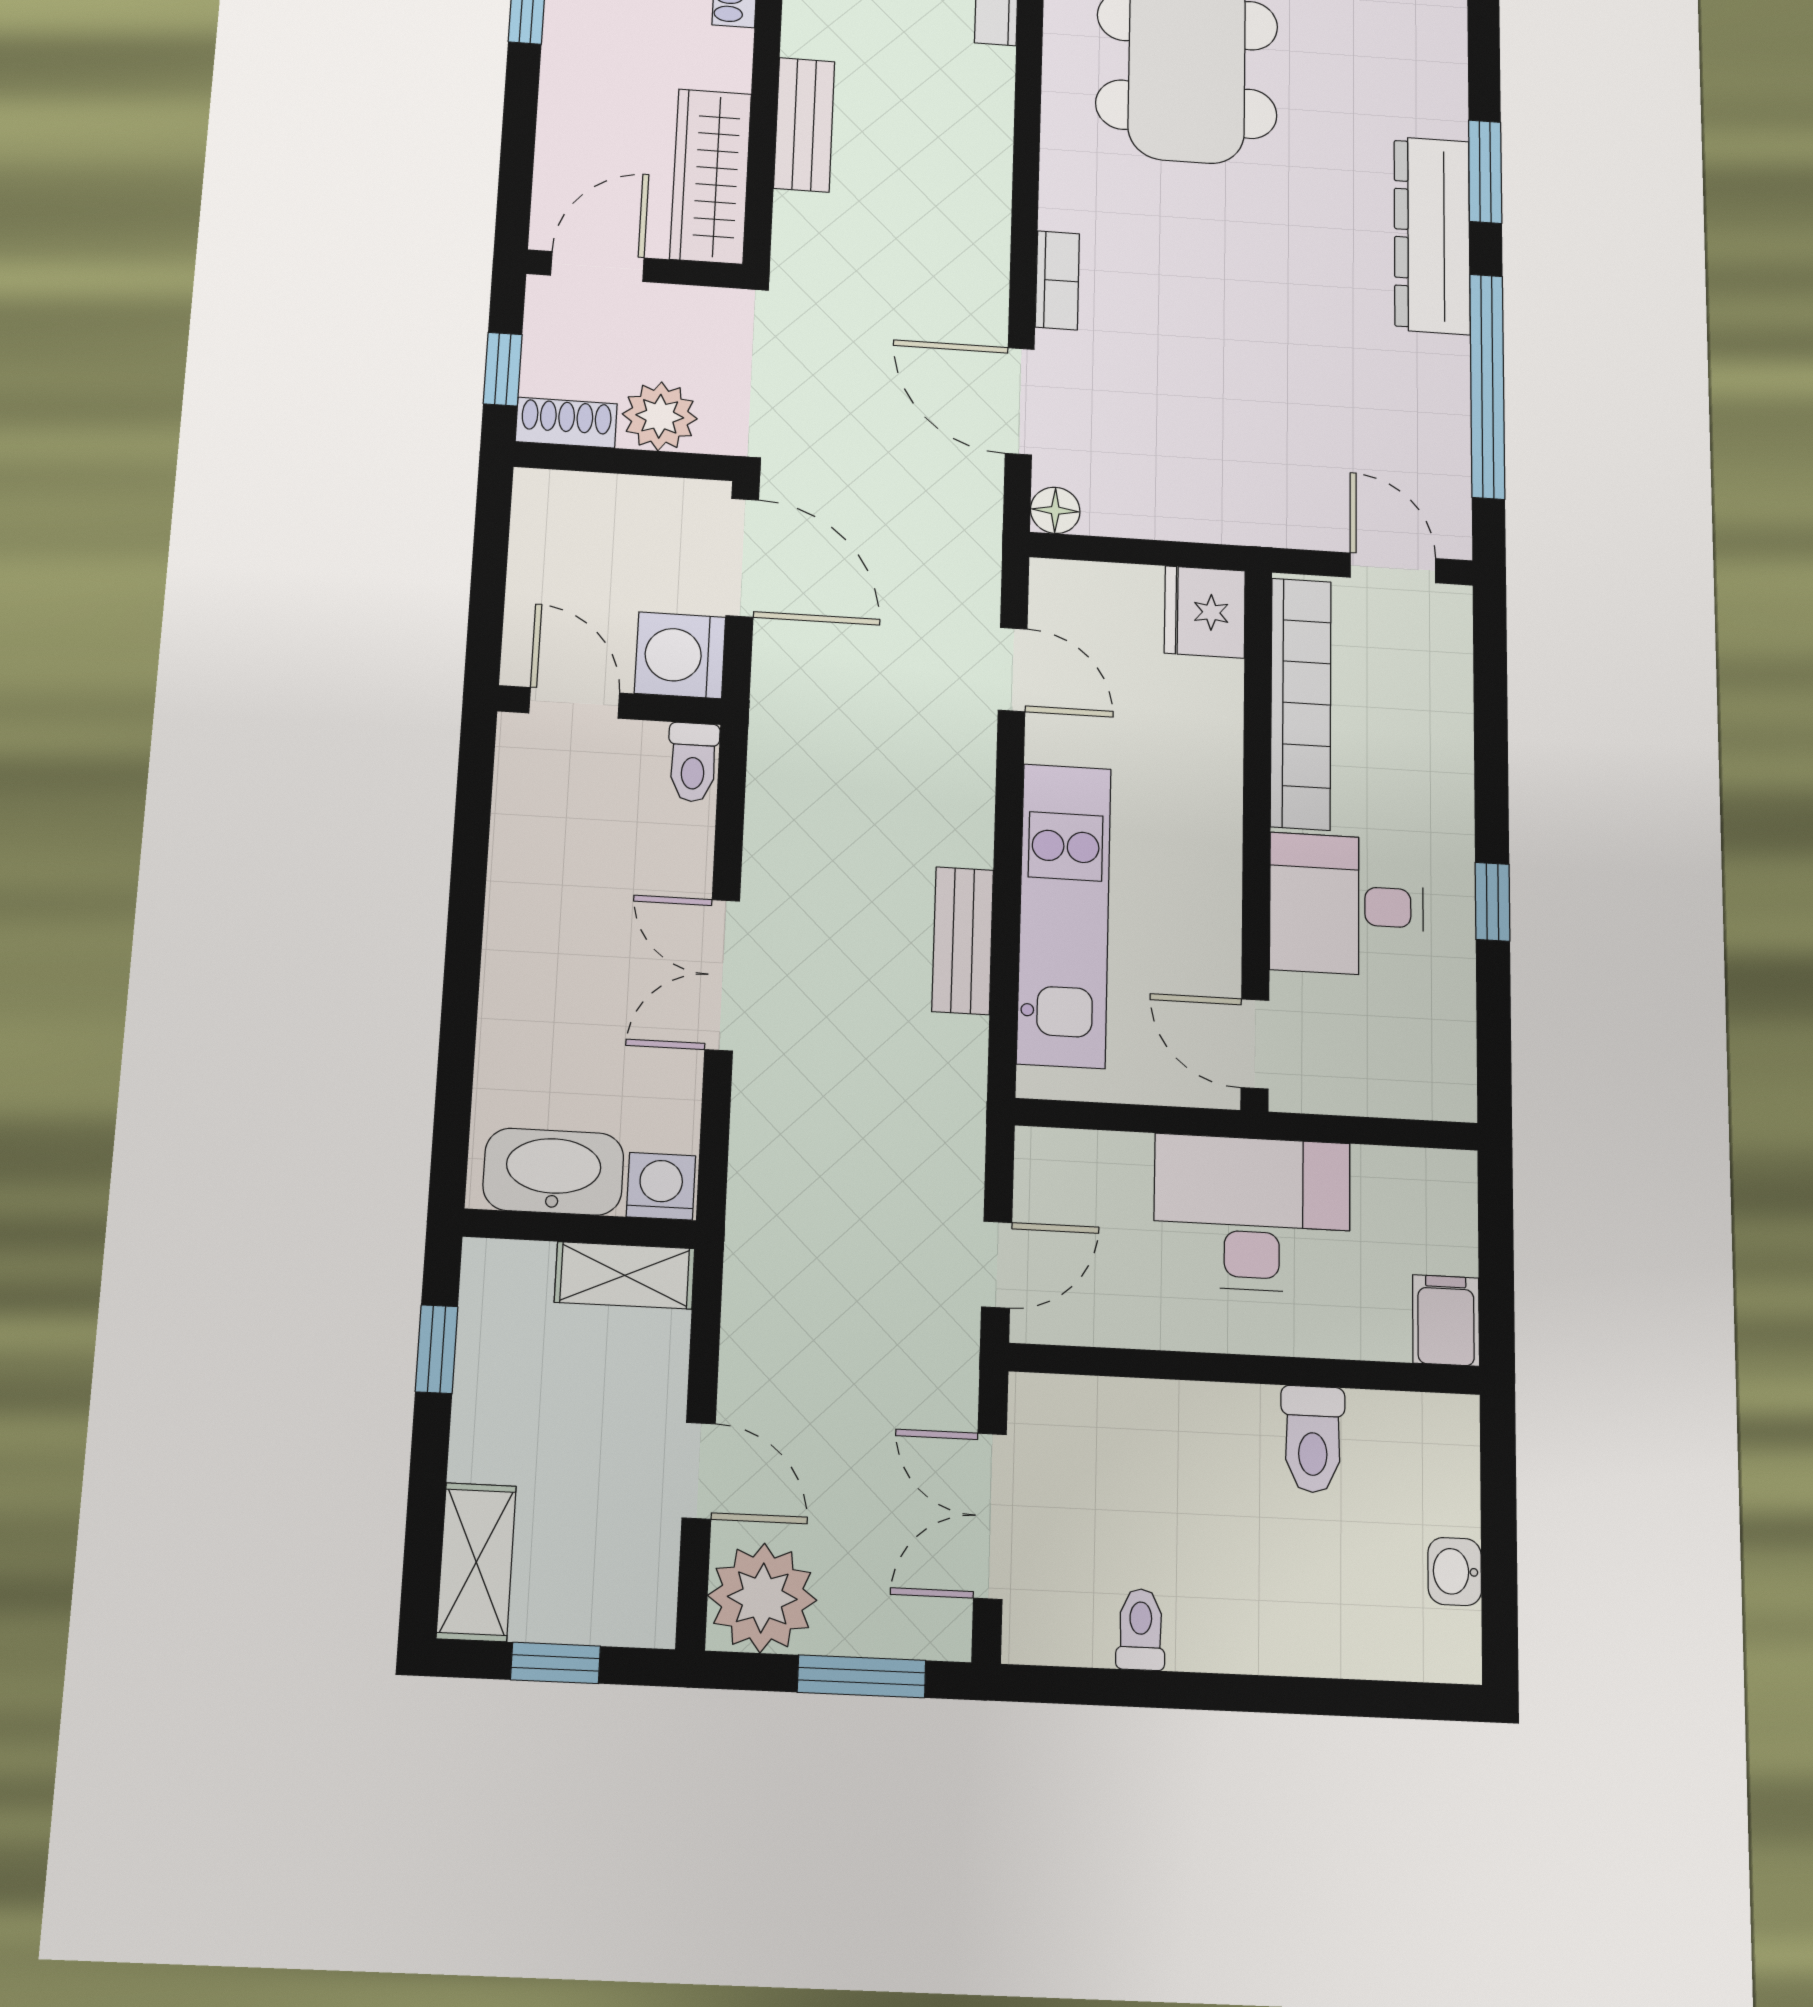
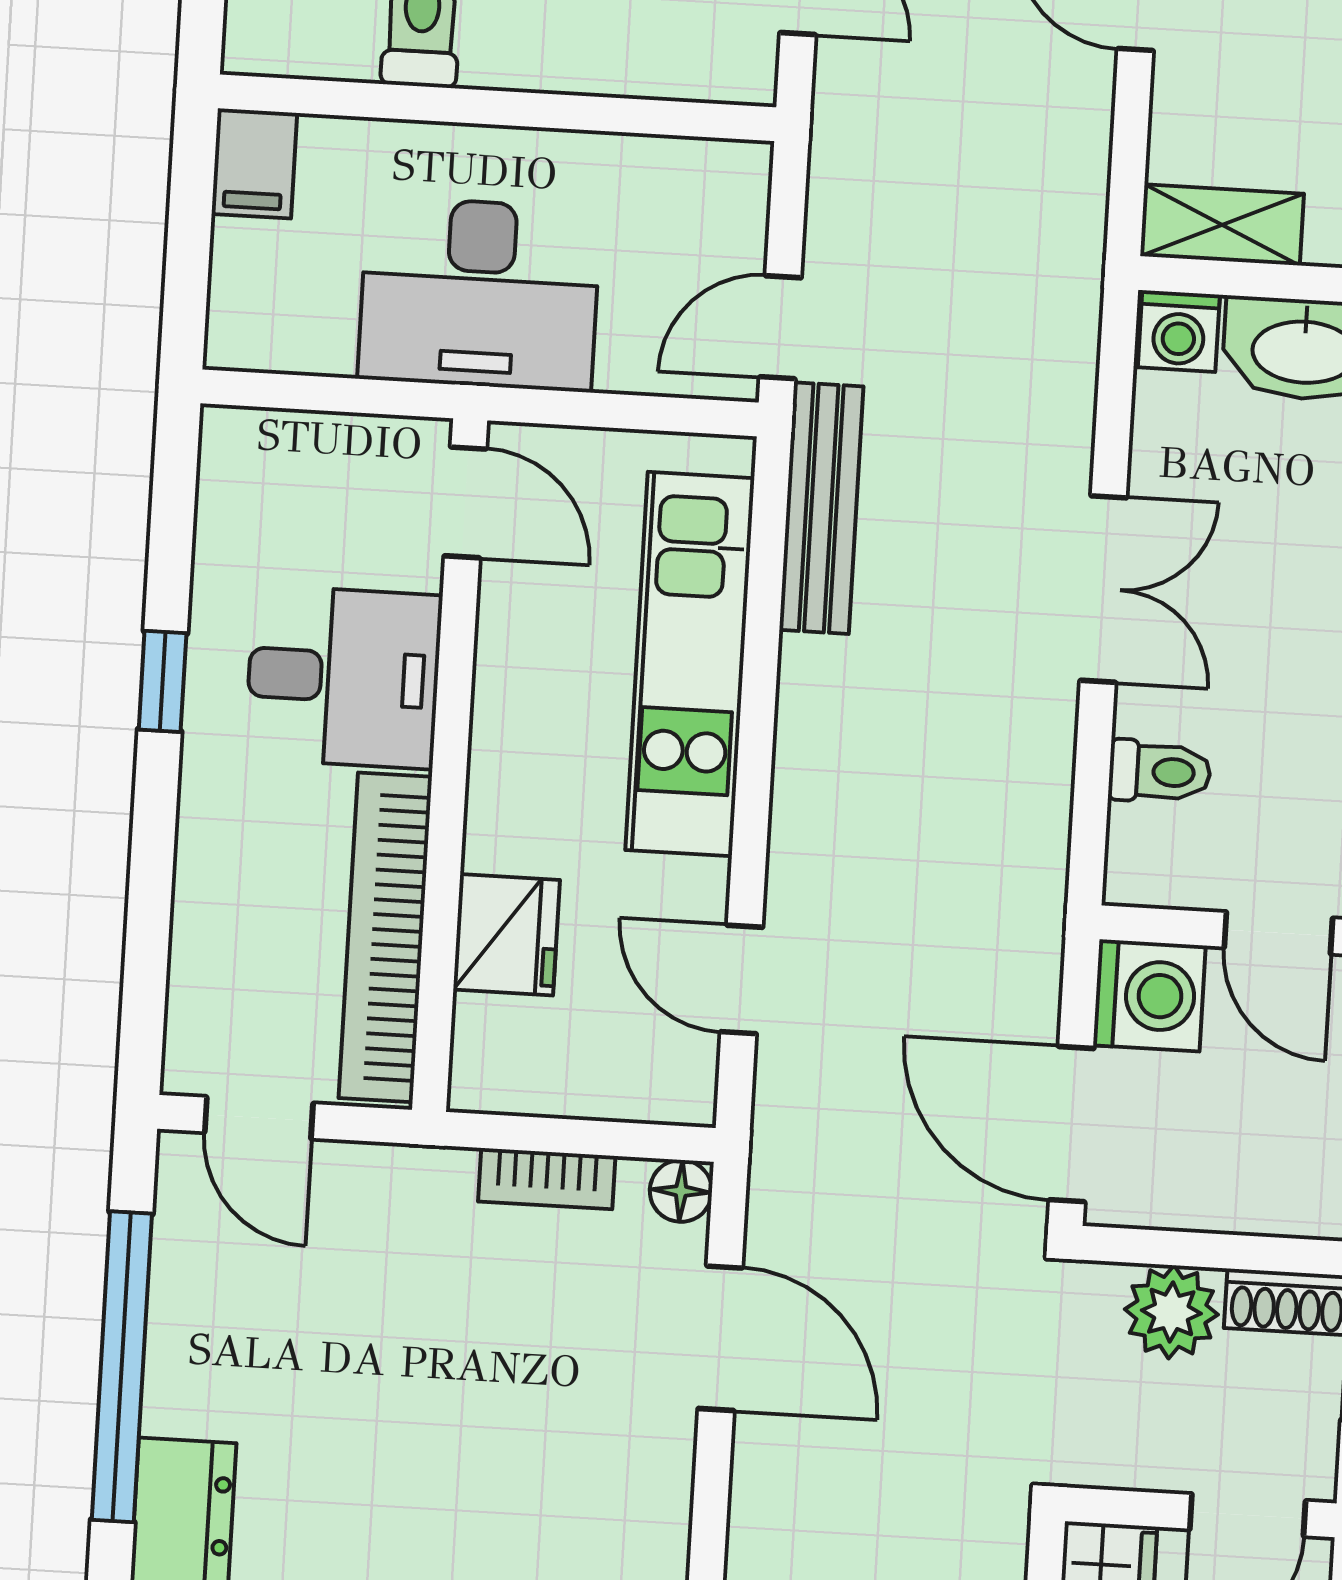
bookcase: (1057, 280) -> (547, 1179), moved, turned -90
fridge: (1205, 612) -> (506, 935), moved
toilet: (693, 762) -> (1160, 772), moved, turned 90
bench: (963, 941) -> (821, 508), moved, width x1.36
door: (997, 1265) -> (780, 327), moved

